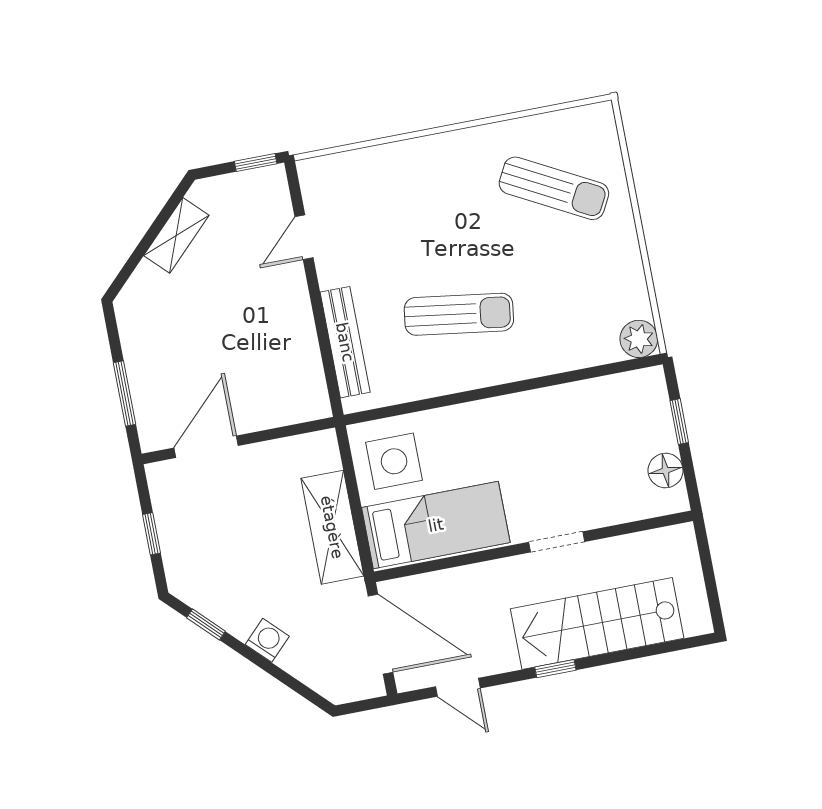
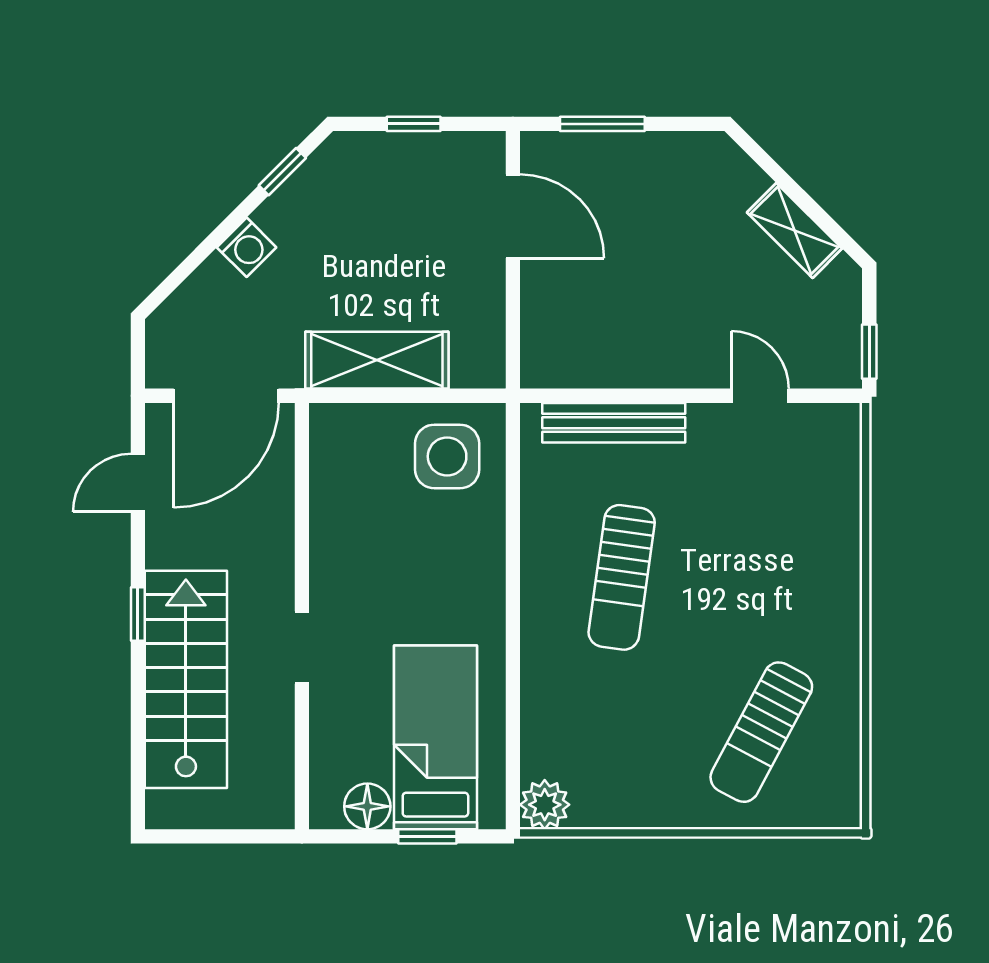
bed: (436, 525) -> (435, 737), moved, turned 180

